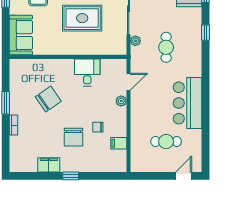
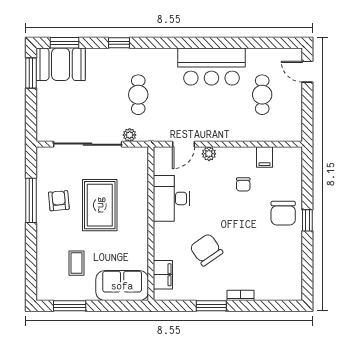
cafe table: (166, 47) -> (138, 95), turned 90
desk: (87, 72) -> (171, 198), width x1.37
door: (129, 82) -> (184, 144), swing flipped
chair: (73, 137) -> (283, 213), moved, turned 90
filing cabinet: (49, 165) -> (163, 275), moved, turned 180

